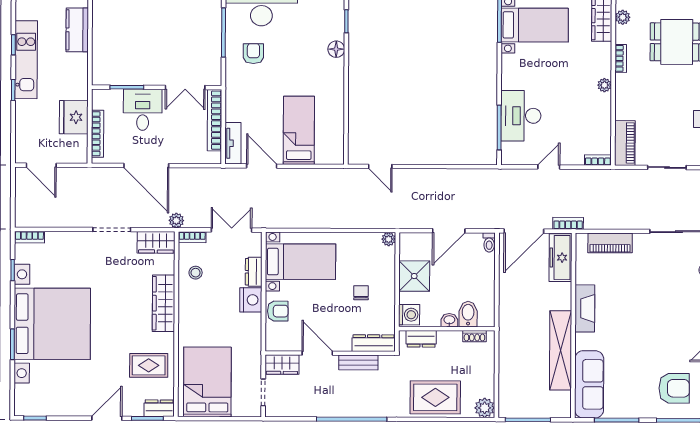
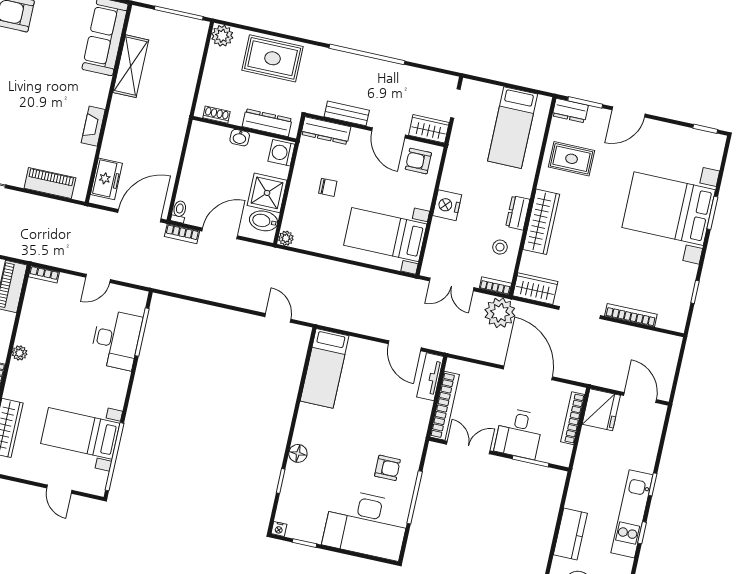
armchair: (253, 54) -> (387, 468), turned -90
fridge: (74, 117) -> (601, 410), moved
bed: (299, 130) -> (325, 368), moved
plant: (176, 220) -> (500, 313), width x1.88, depth x1.88
bookcase: (568, 223) -> (182, 234), moved
bookcase: (29, 237) -> (631, 315), moved, width x1.56
freezer: (560, 258) -> (106, 179), width x0.71
dresser: (254, 272) -> (518, 213), moved, turned 180
chair: (361, 293) -> (328, 187), turned -91
fireplace: (585, 308) -> (93, 126), width x0.73, depth x0.76
armchair: (278, 311) -> (418, 161), moved
bidet: (468, 314) -> (264, 221), moved, turned 90
bed with nightstands: (52, 324) -> (669, 209), width x0.73
dresser: (421, 339) -> (267, 123), width x1.44
shelving: (561, 350) -> (131, 66), width x0.68
bed: (207, 382) -> (513, 128), width x0.67

